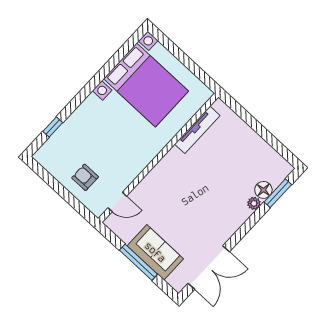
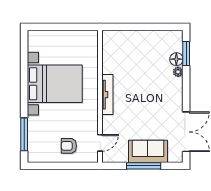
bed with nightstands: (146, 85) -> (55, 84), moved
window: (53, 127) -> (24, 134), width x2.17
tv unit: (197, 130) -> (107, 95), moved

